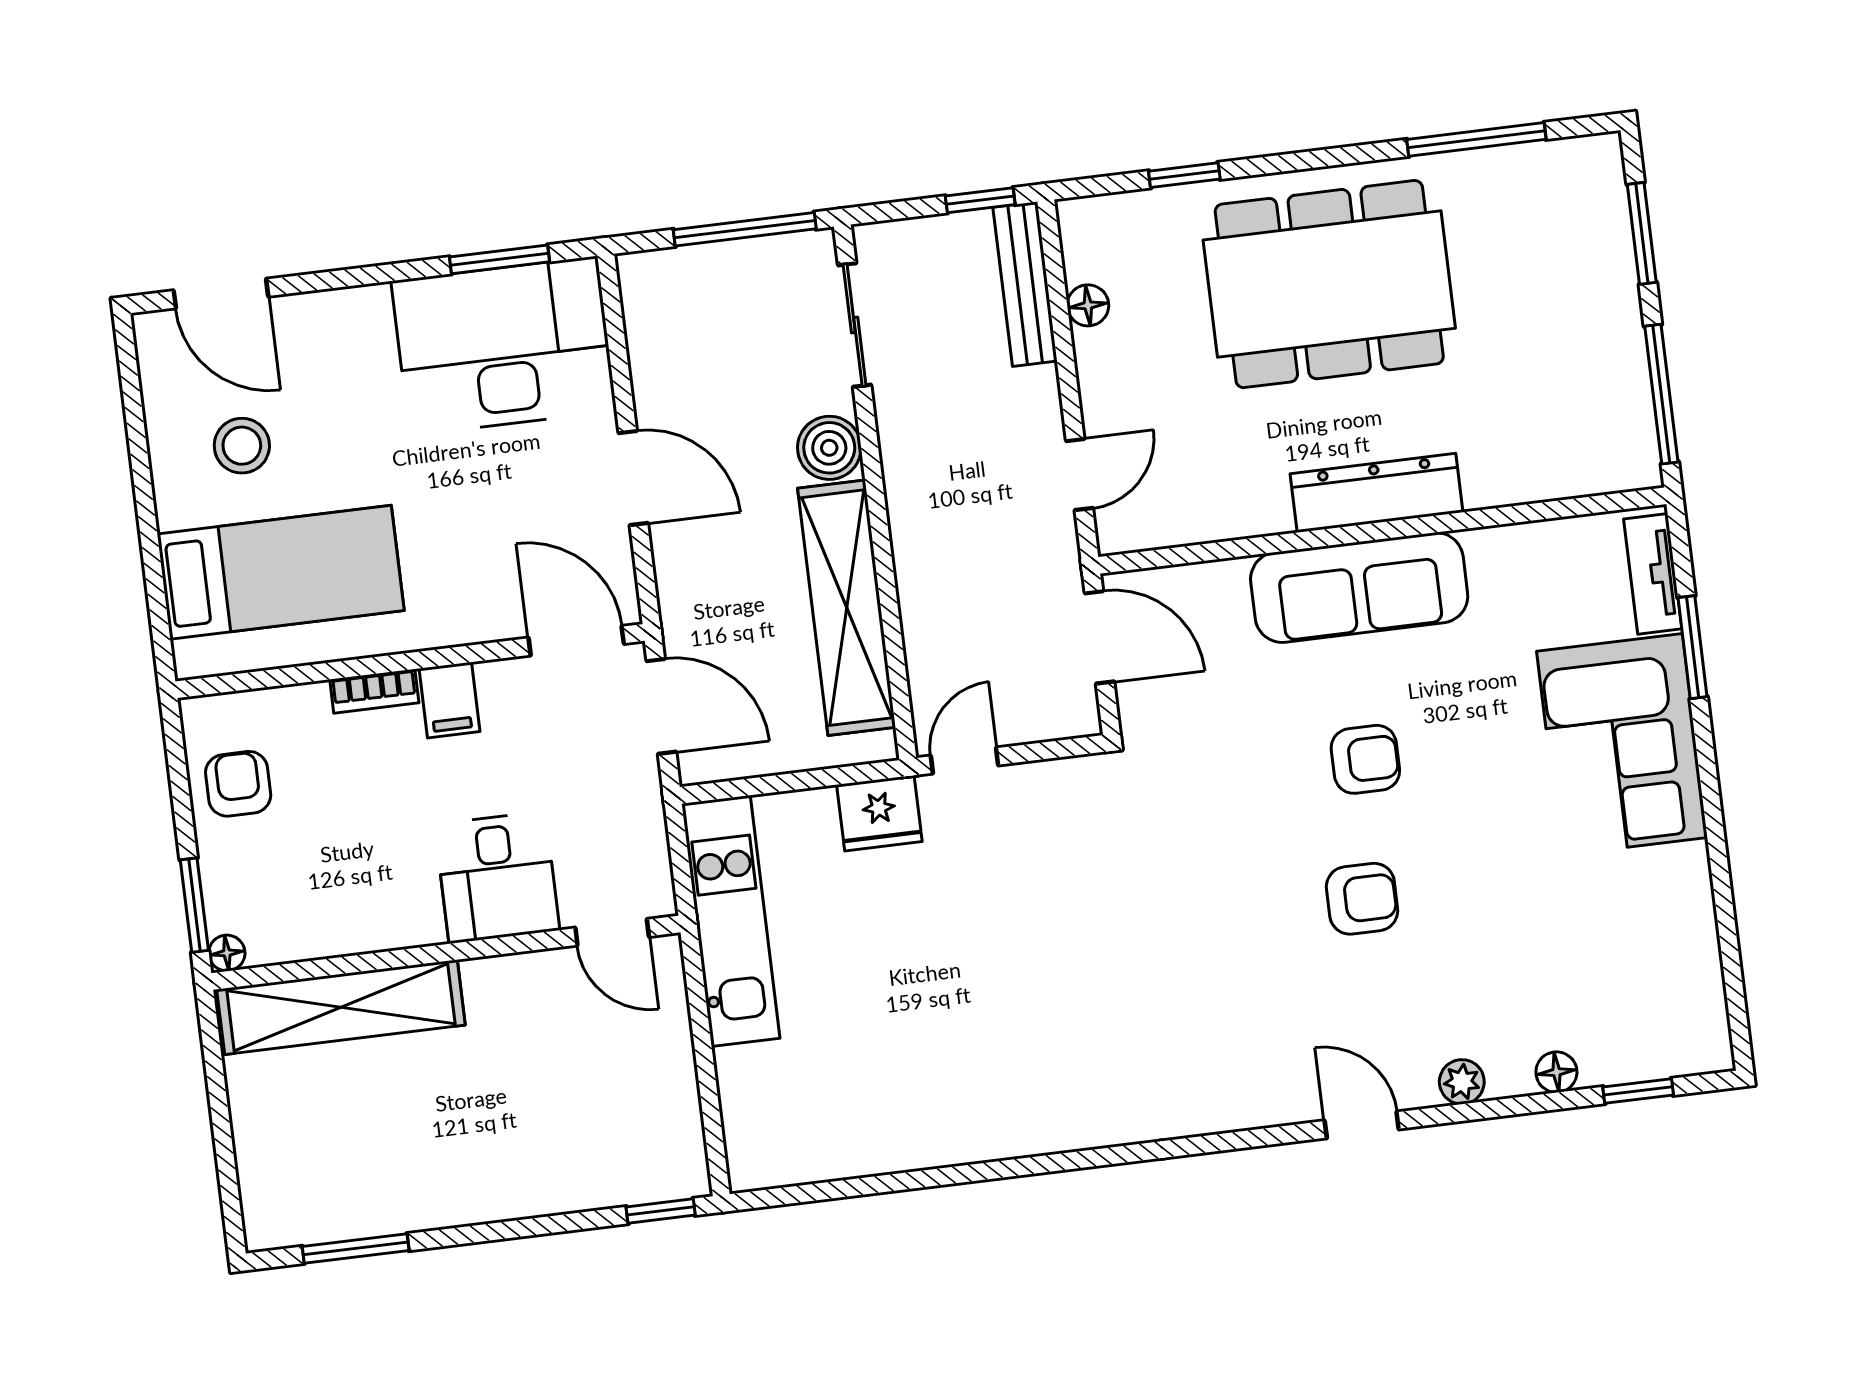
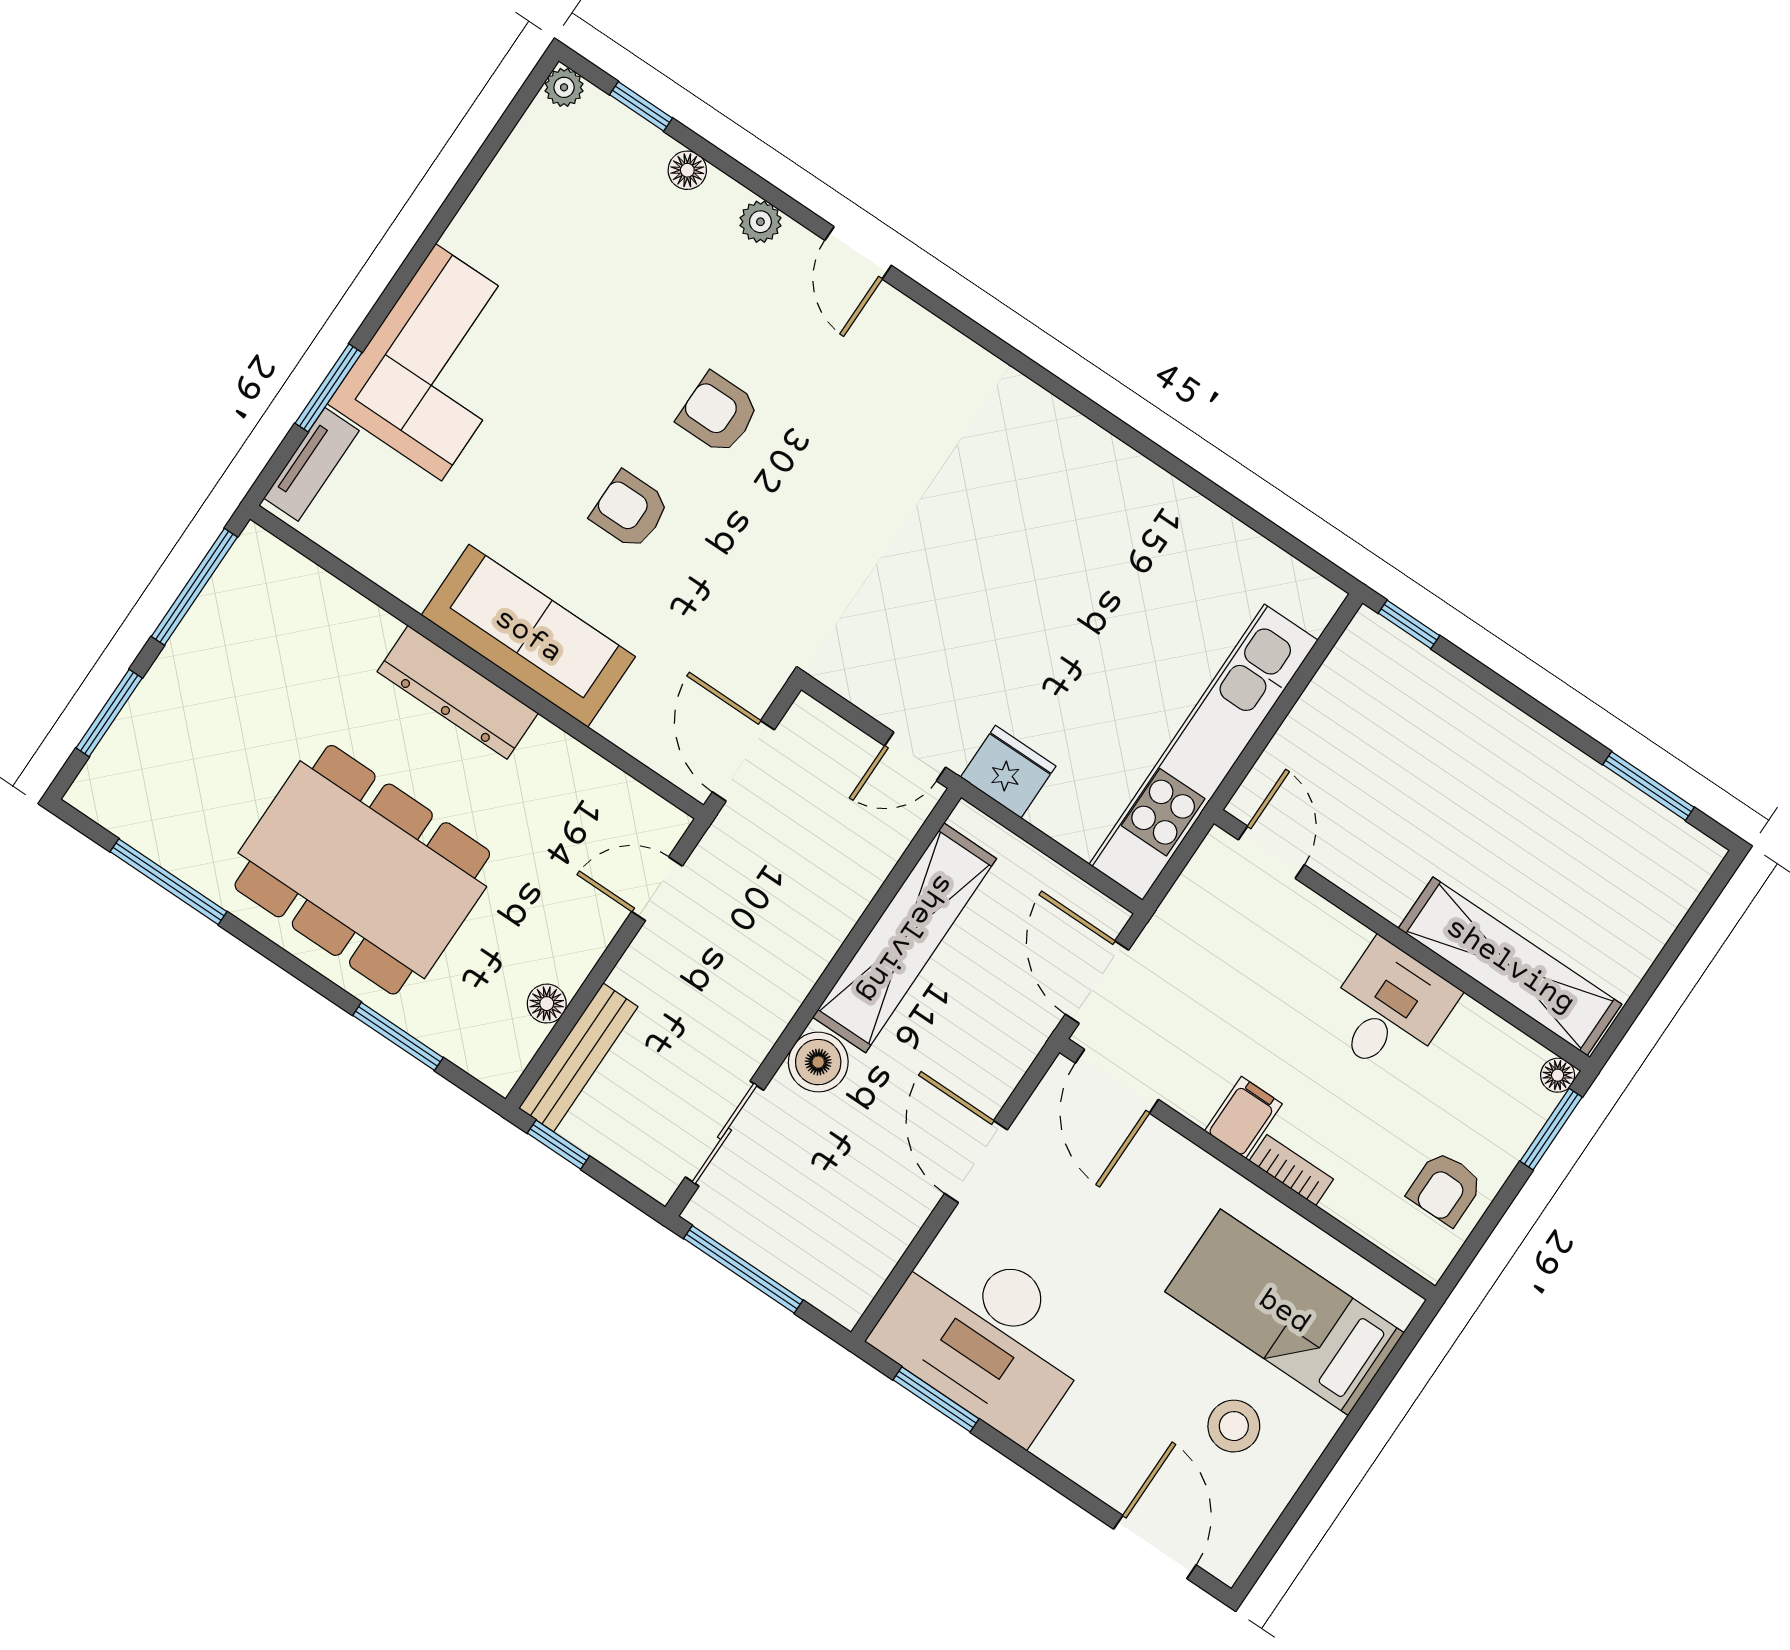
window: (1184, 175) -> (398, 1036), width x1.50
desk: (497, 877) -> (1389, 1009), moved
kitchen unit: (731, 921) -> (1204, 752), width x1.36
plant: (1713, 1053) -> (564, 87), added

